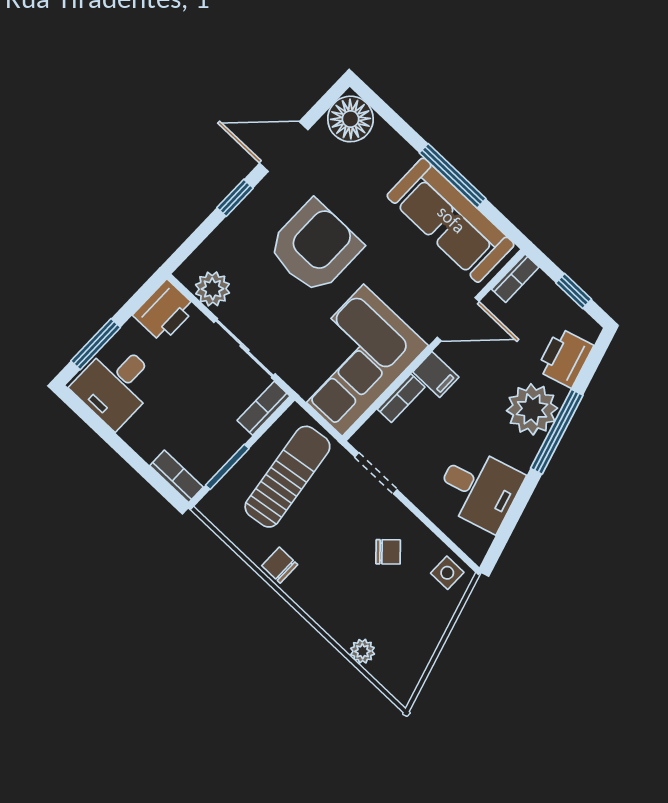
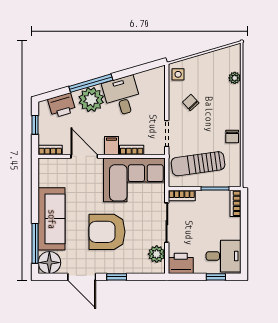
window: (453, 176) -> (35, 243), moved
sofa: (451, 220) -> (52, 219), moved
window: (96, 344) -> (216, 277), width x0.67
desk: (479, 489) -> (122, 96), moved

